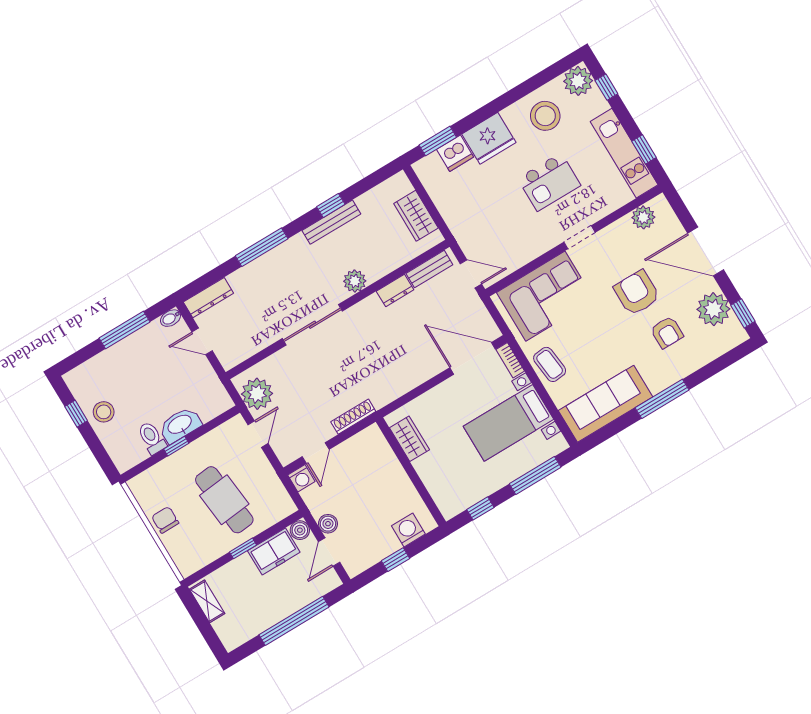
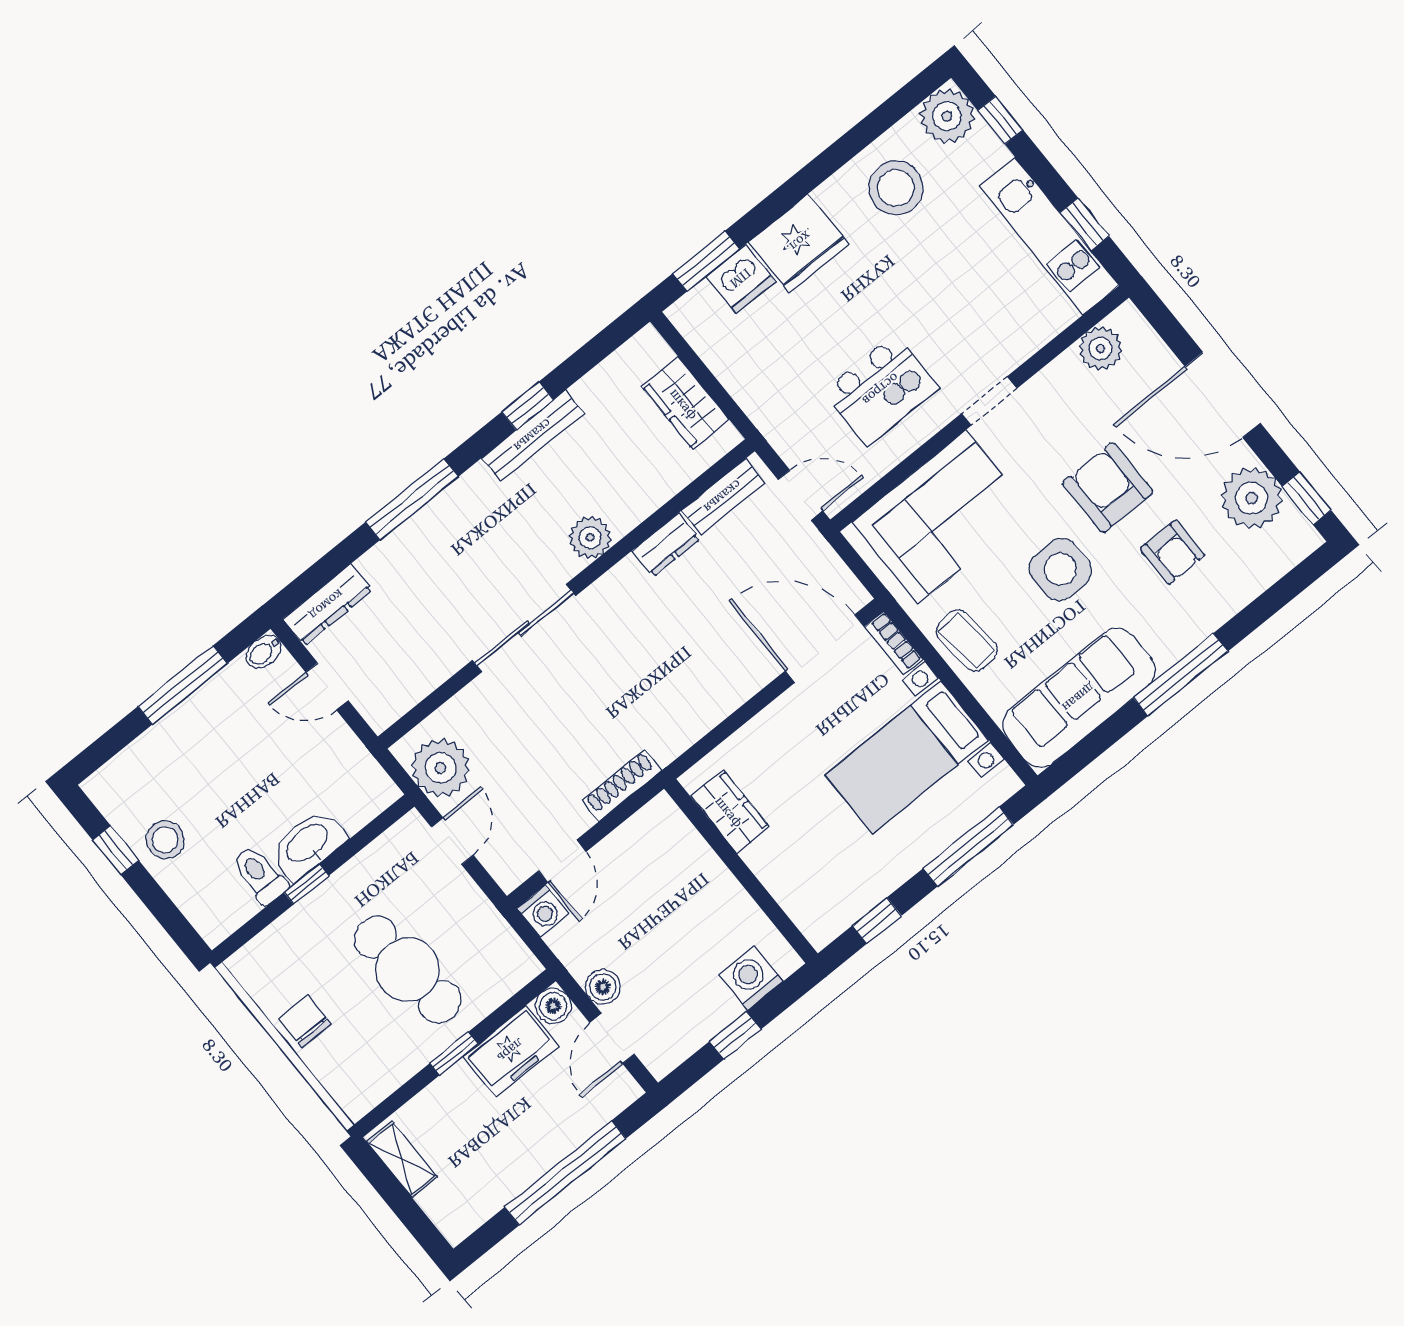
kitchen island: (549, 182) -> (881, 390), moved
side table: (605, 333) -> (1060, 569), added

